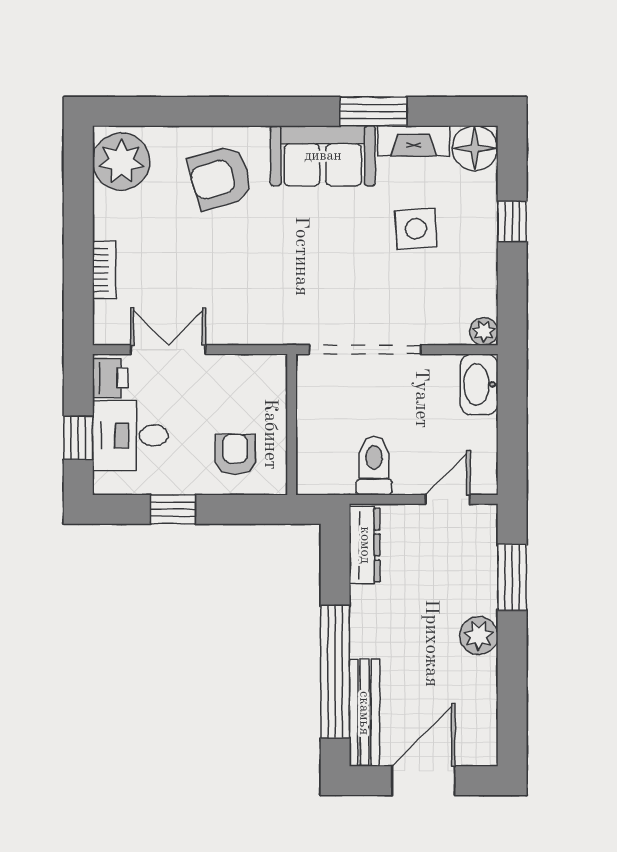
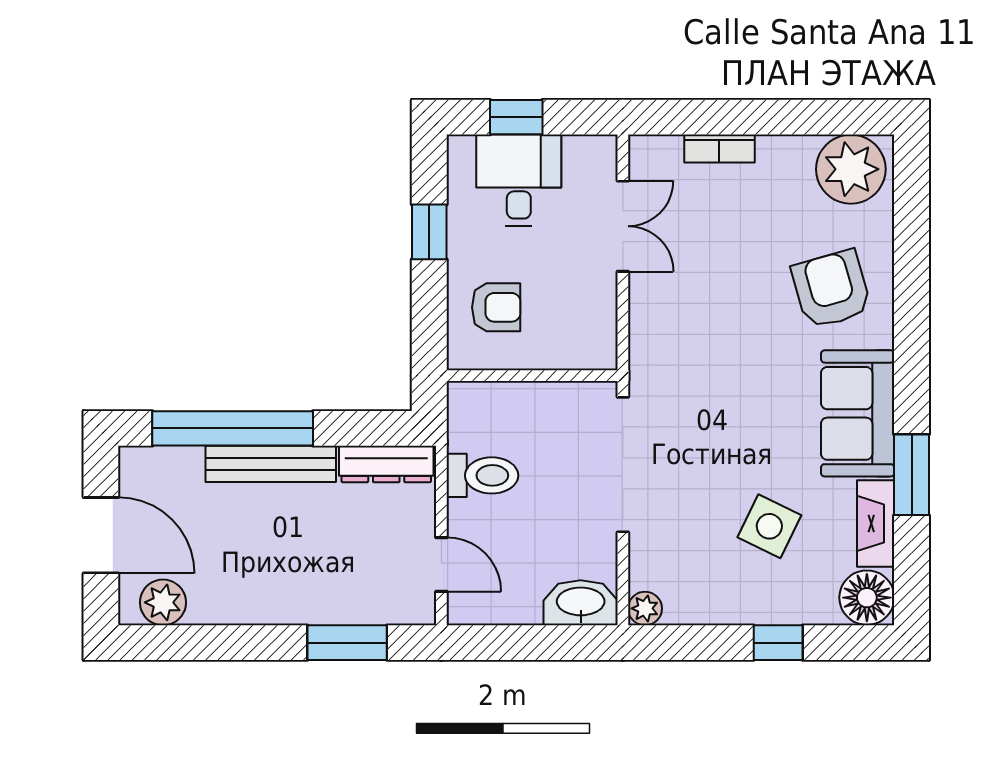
side table: (416, 229) -> (769, 526), turned 30
printer: (110, 378) -> (588, 156), removed
plant: (479, 636) -> (163, 602), moved
bench: (364, 713) -> (271, 464), moved

